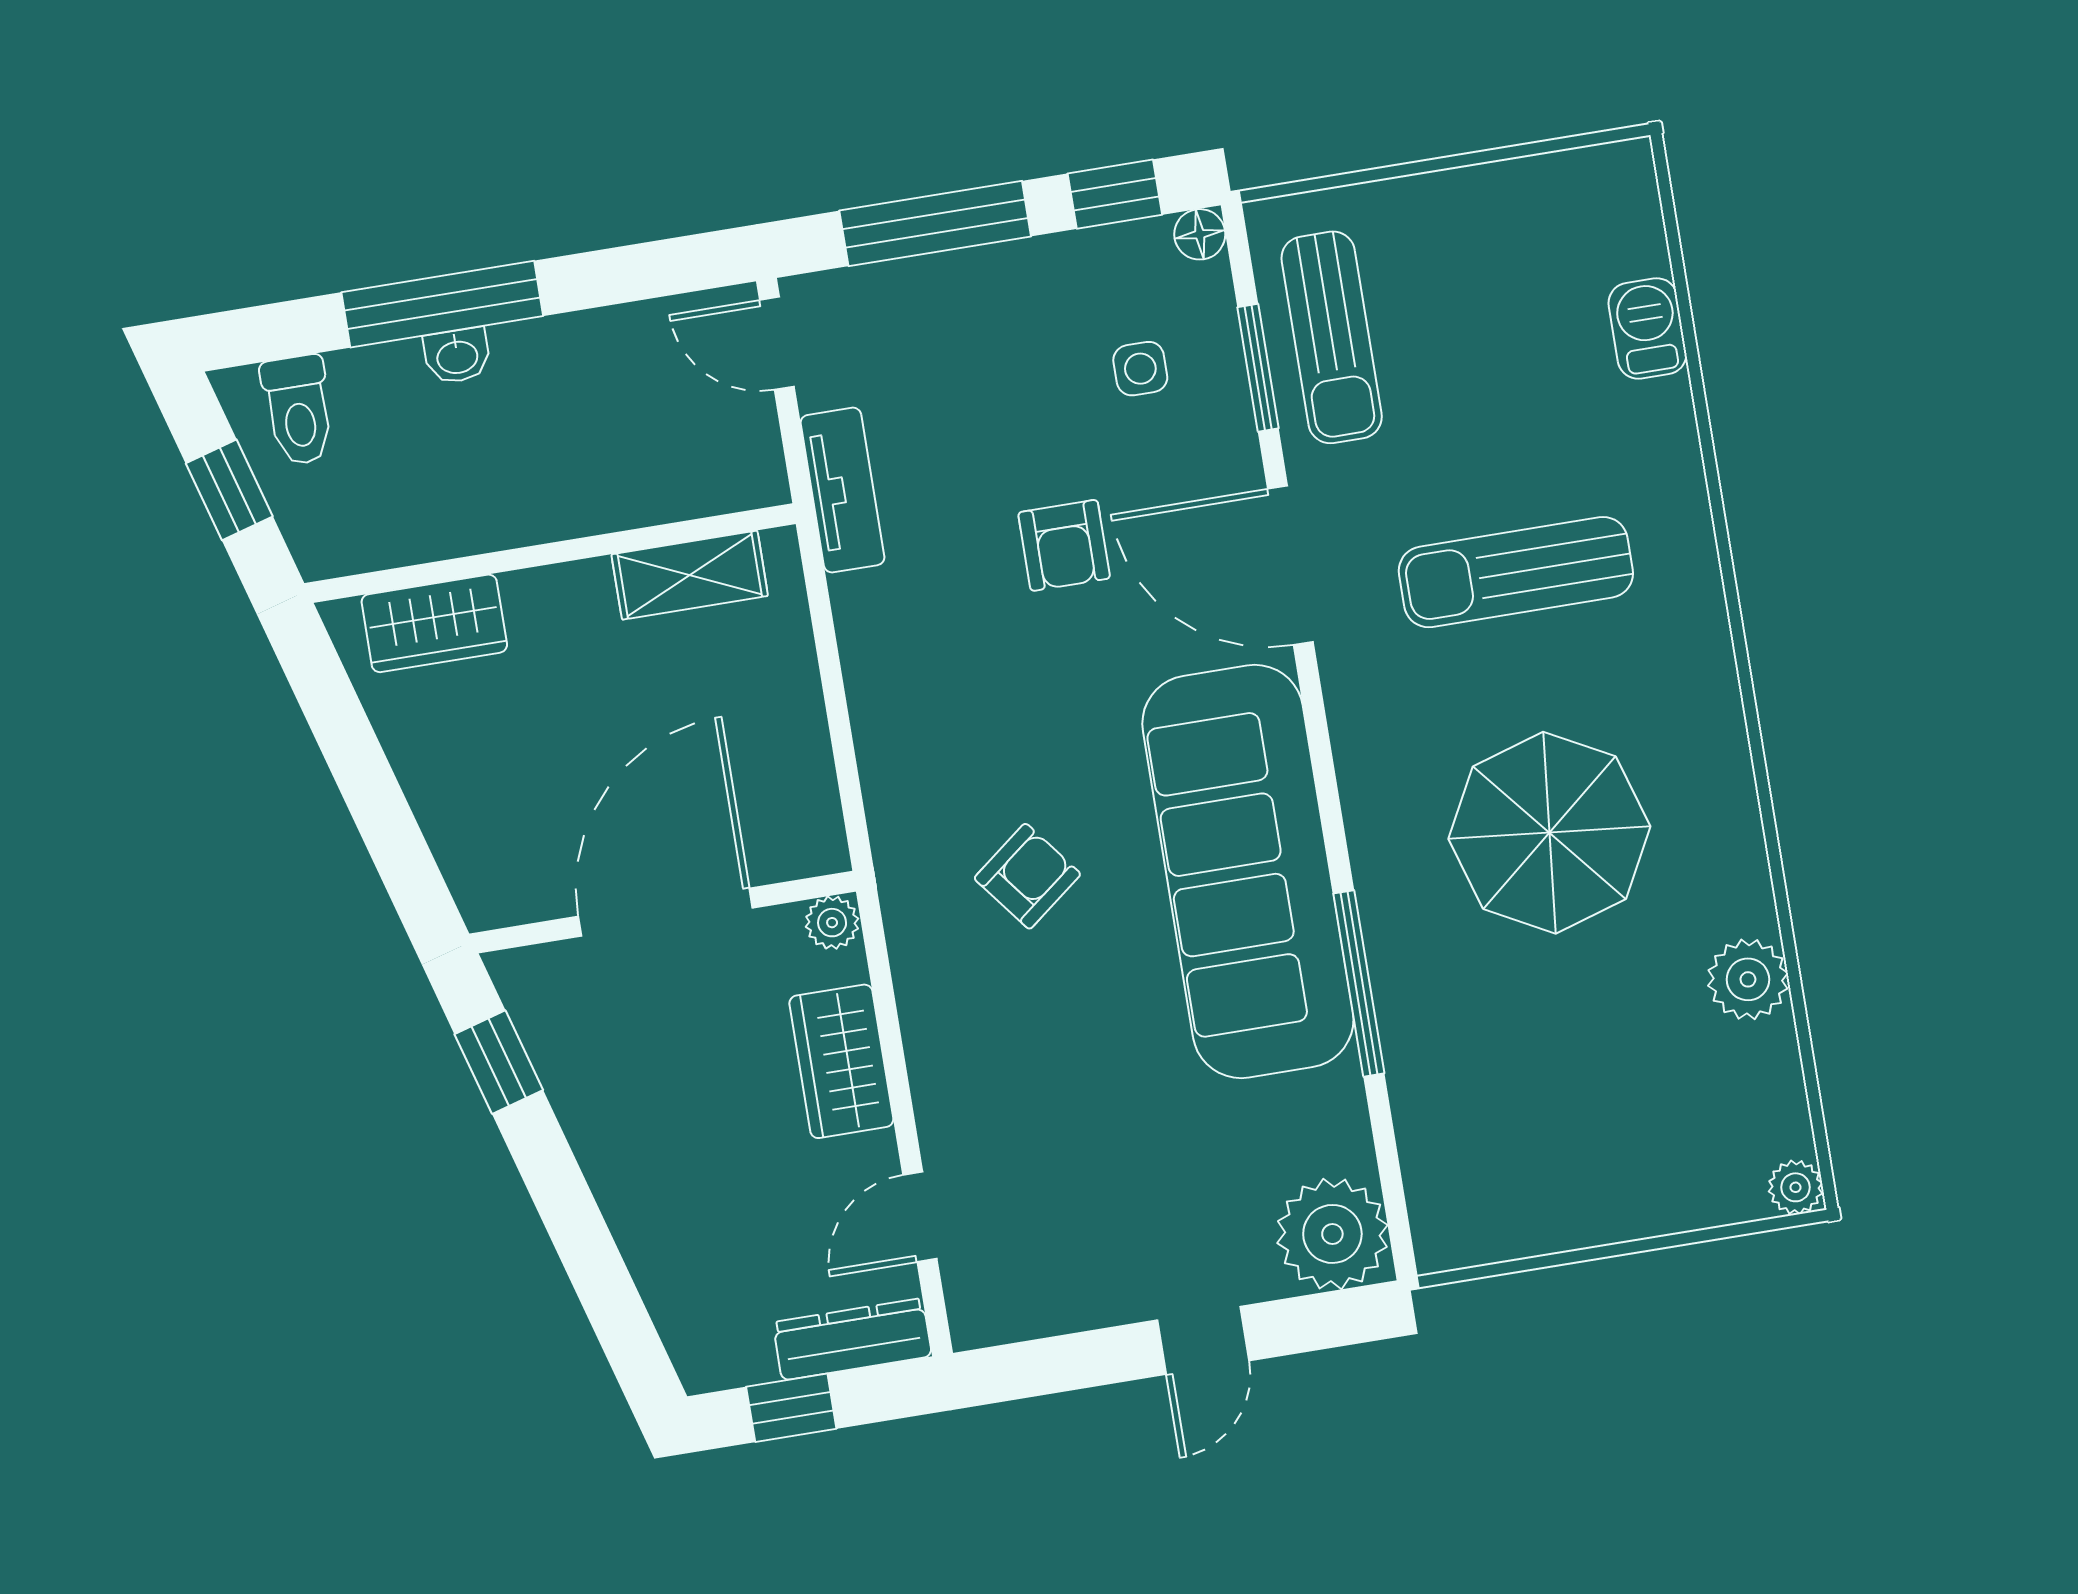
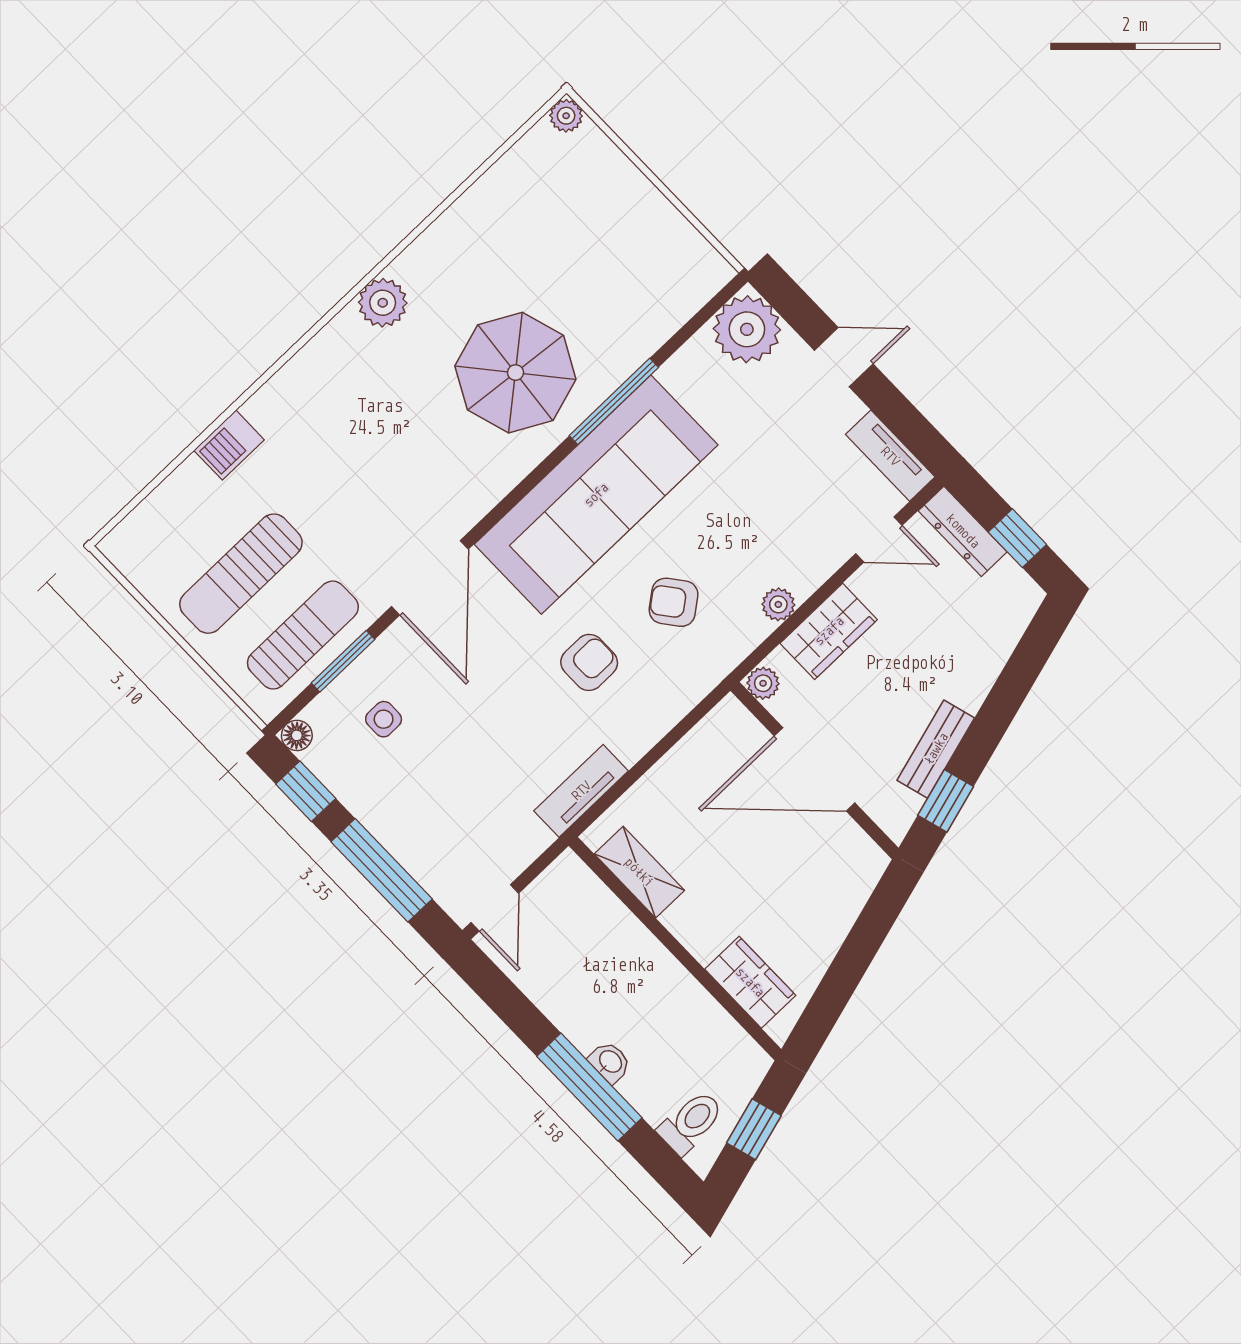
barbecue: (1647, 328) -> (229, 445), moved
tv unit: (843, 490) -> (581, 791), moved
armchair: (1064, 545) -> (589, 662), moved
sun lounger: (1516, 572) -> (241, 574), moved, turned 90
parasol: (1549, 833) -> (515, 373), moved
plant: (1748, 979) -> (383, 303), moved
plant: (926, 1018) -> (778, 604), added
bench: (579, 1097) -> (936, 749), added
tv unit: (1024, 1311) -> (890, 456), added

